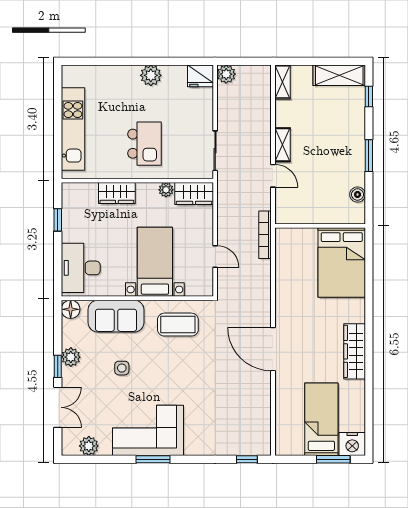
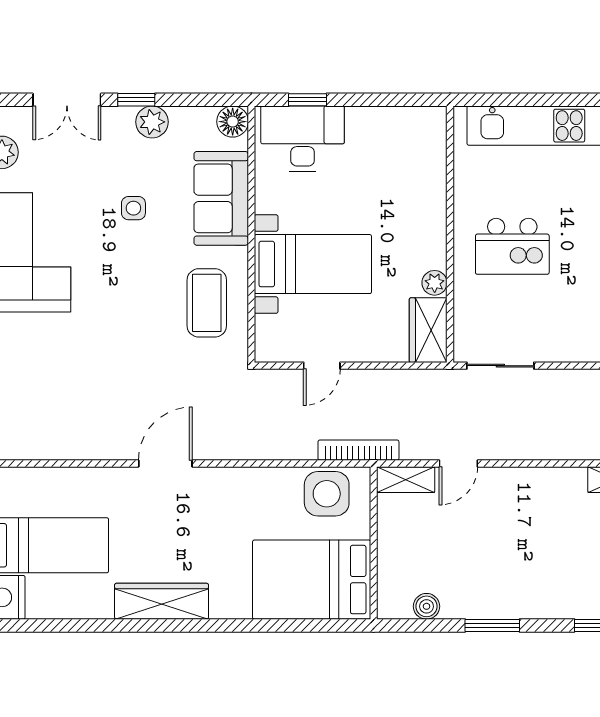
shelving: (283, 145) -> (406, 480), moved
wardrobe: (117, 193) -> (429, 200), removed
window: (58, 220) -> (308, 100), moved
side table: (291, 254) -> (327, 494), added
door: (273, 349) -> (165, 463), width x0.73

